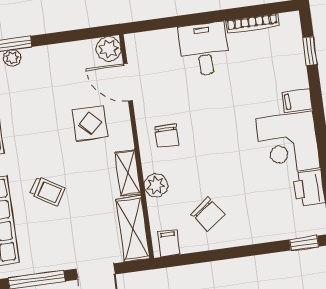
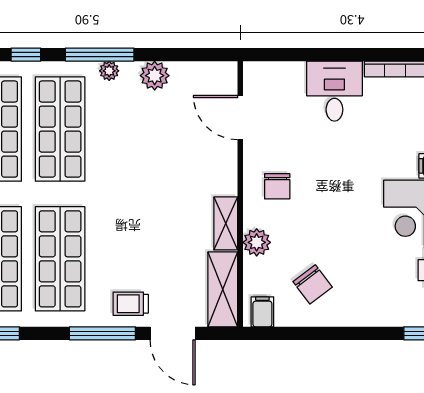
plant: (109, 49) -> (155, 76), moved
display table: (90, 123) -> (190, 159), removed
trolley: (47, 191) -> (131, 304), moved, turned 149

